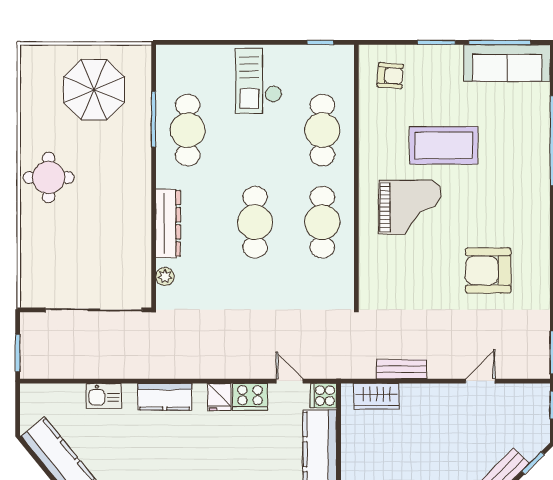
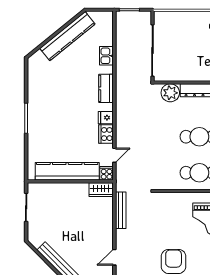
plant: (165, 277) -> (170, 93), width x1.88, depth x1.88
bench: (402, 369) -> (121, 210), width x1.36
door: (480, 381) -> (114, 257), swing flipped
wardrobe: (376, 396) -> (101, 190), moved, turned -90

